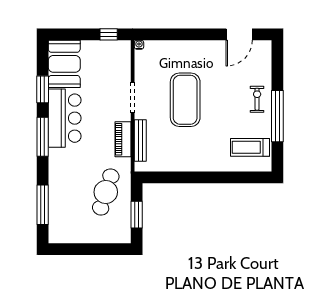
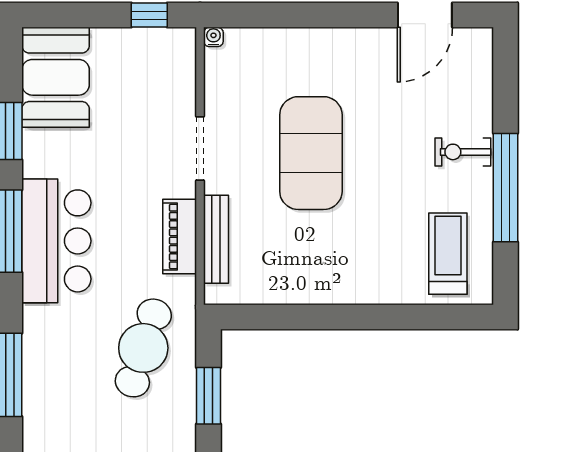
exercise bike: (257, 99) -> (463, 152), turned -90
bar counter: (65, 118) -> (56, 241), moved
treadmill: (250, 147) -> (448, 254), turned 90

